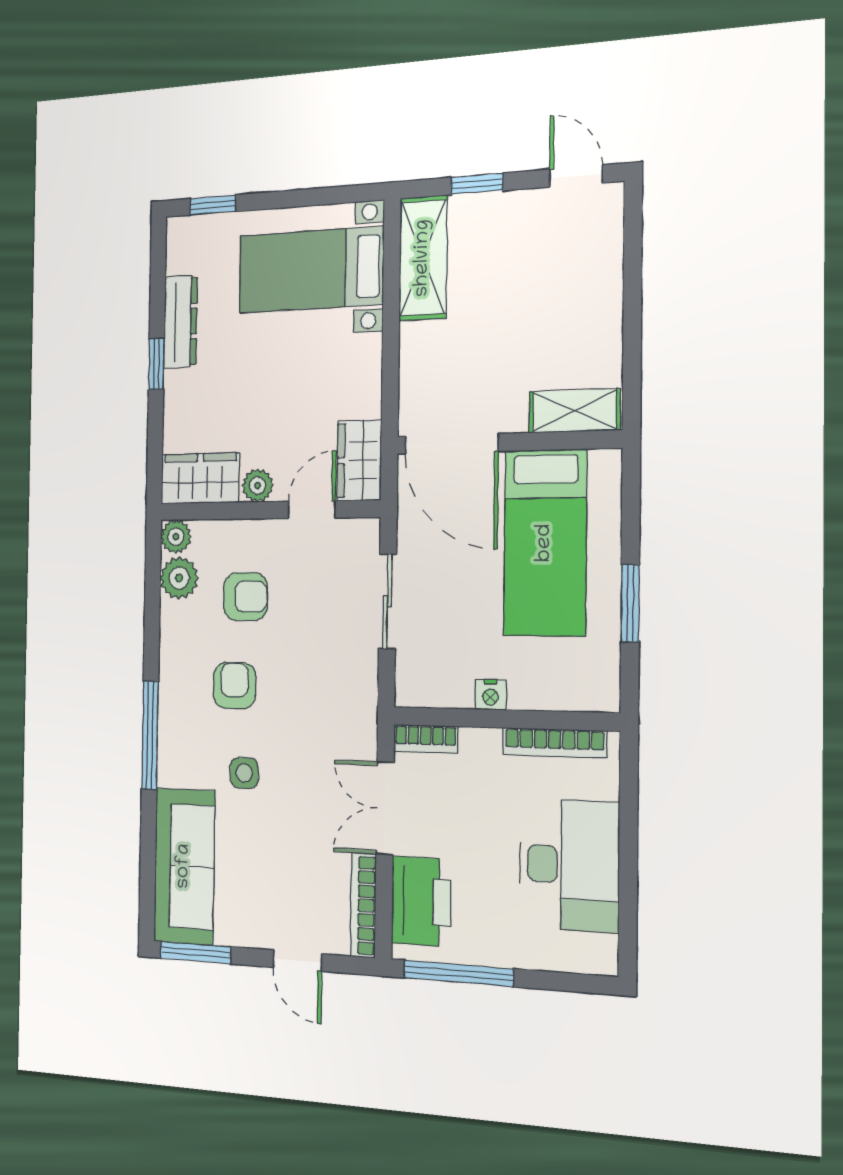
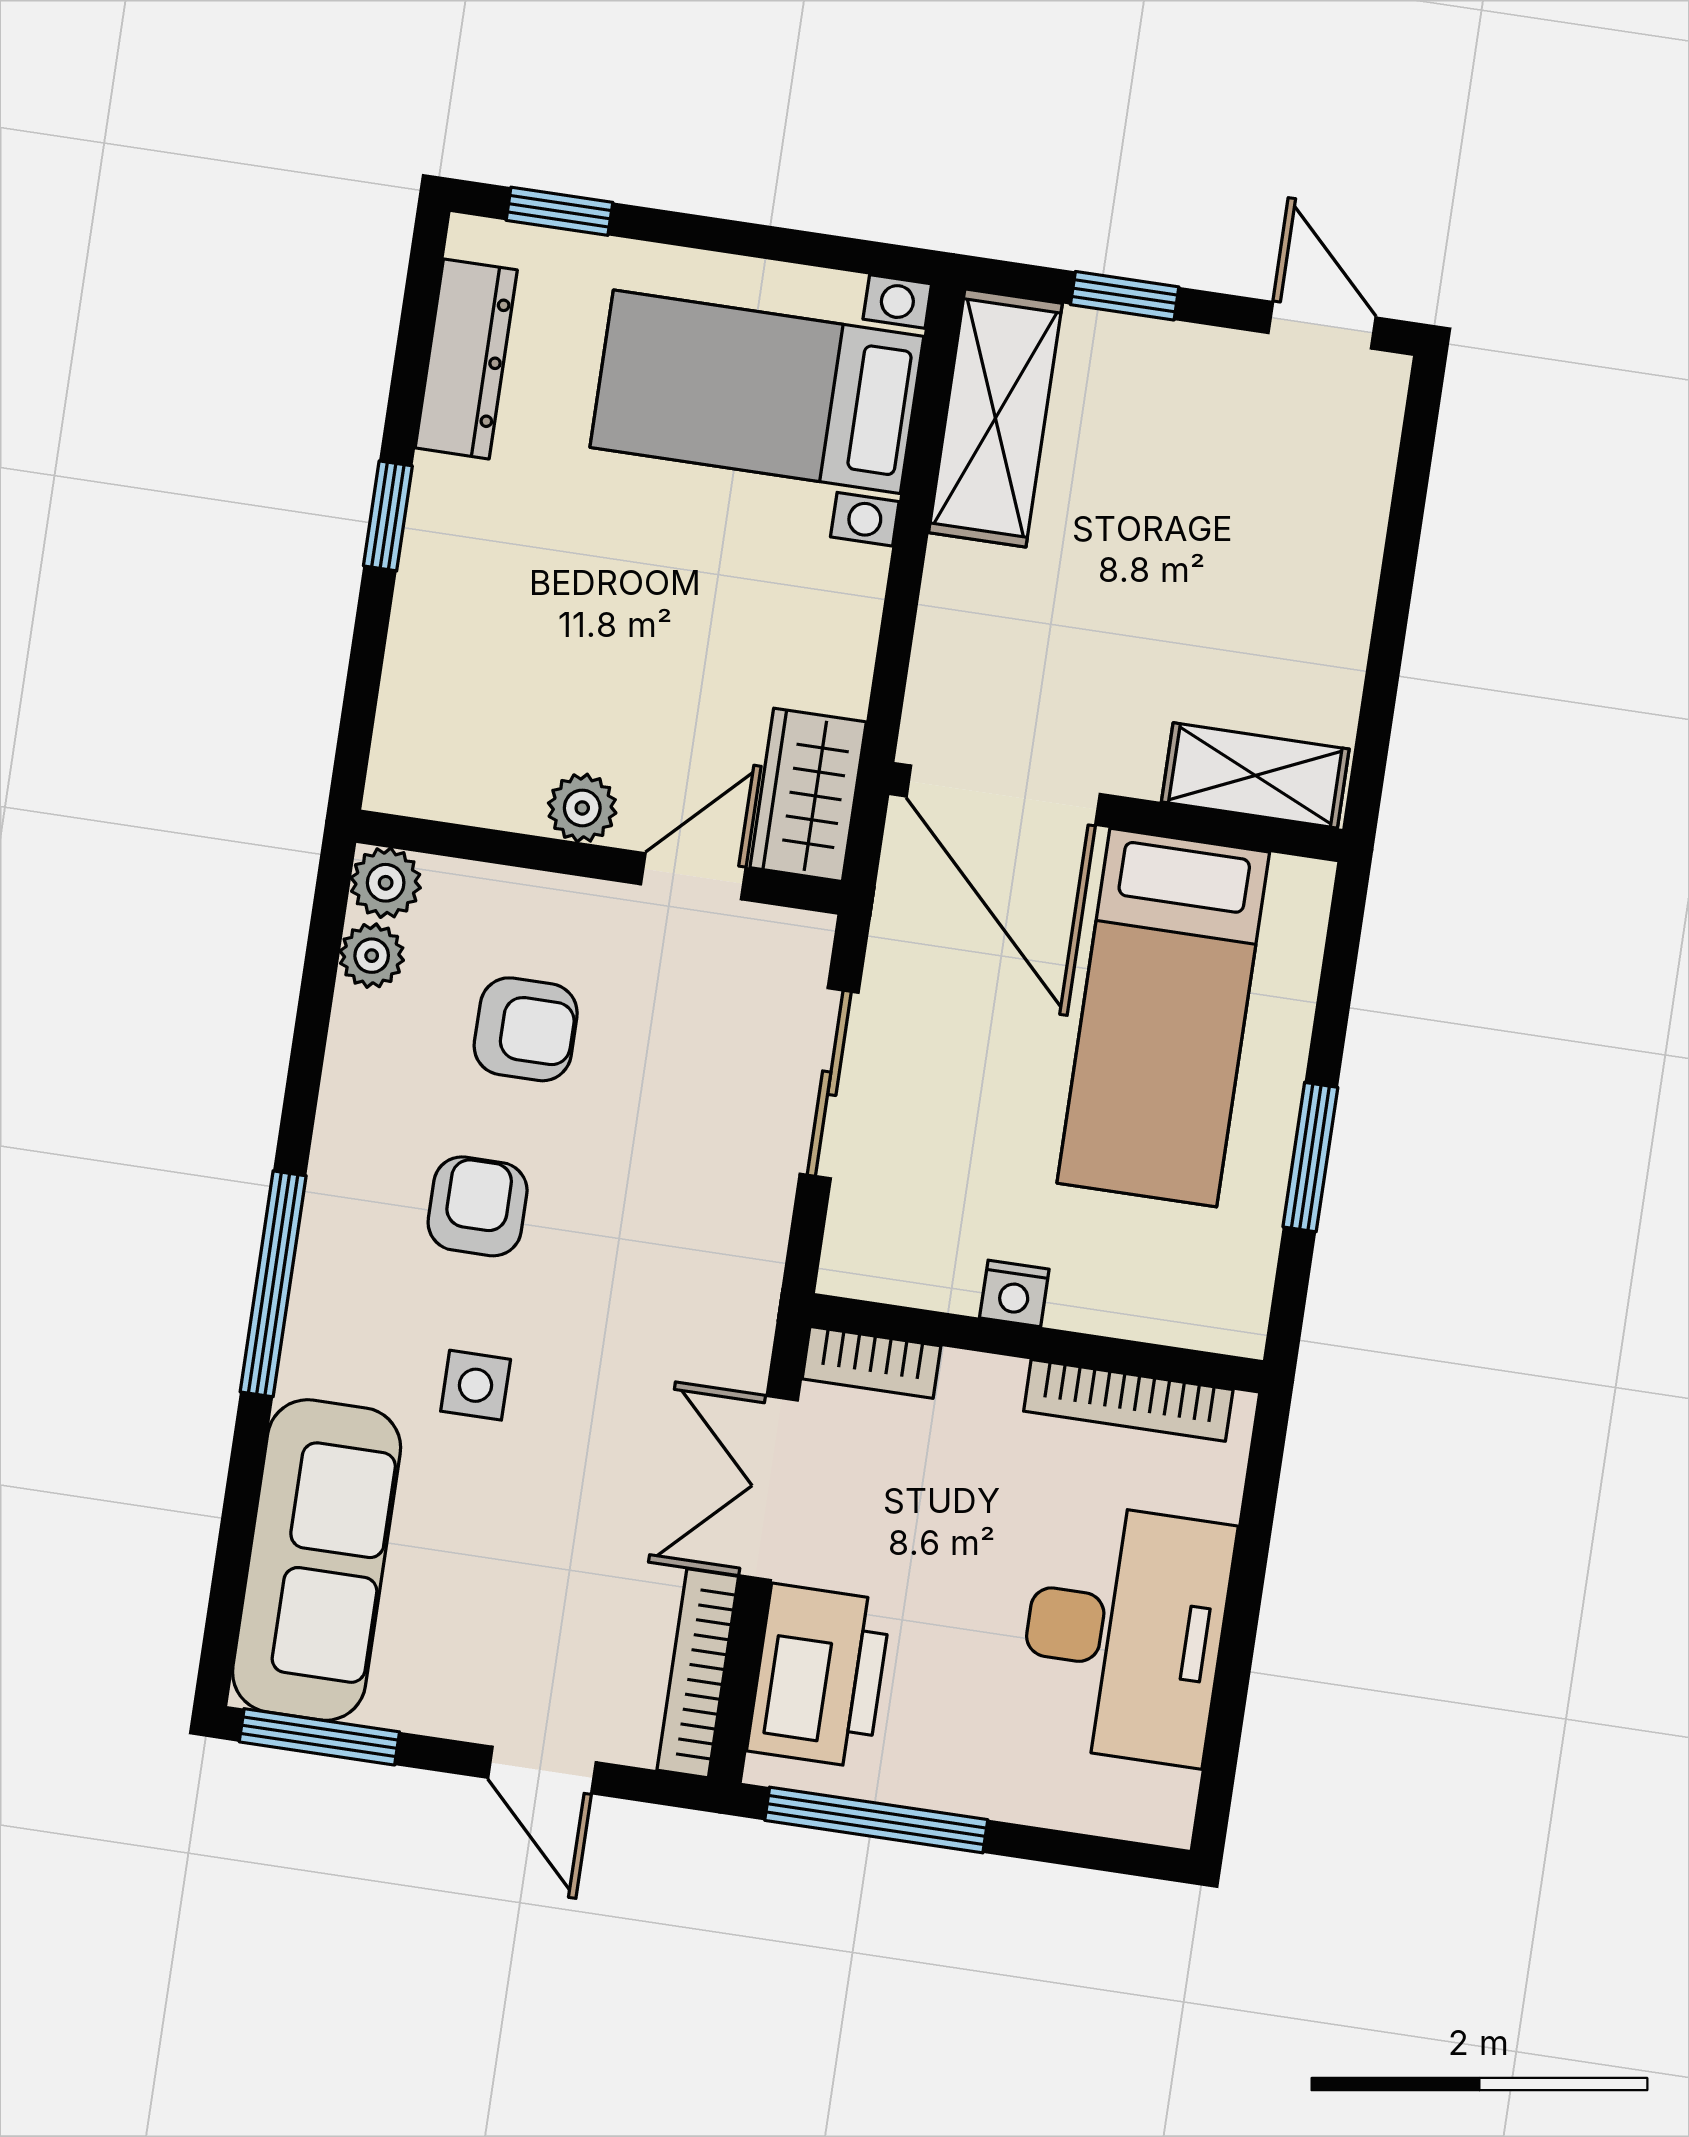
dresser: (180, 322) -> (466, 359), moved
wardrobe: (200, 478) -> (456, 772), removed
plant: (179, 578) -> (372, 956), width x0.73, depth x0.73

